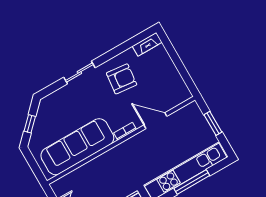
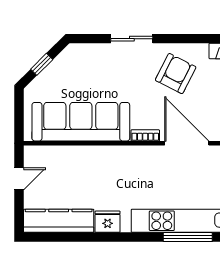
armchair: (122, 79) -> (176, 74), turned -69
door: (155, 121) -> (187, 143), width x1.36

